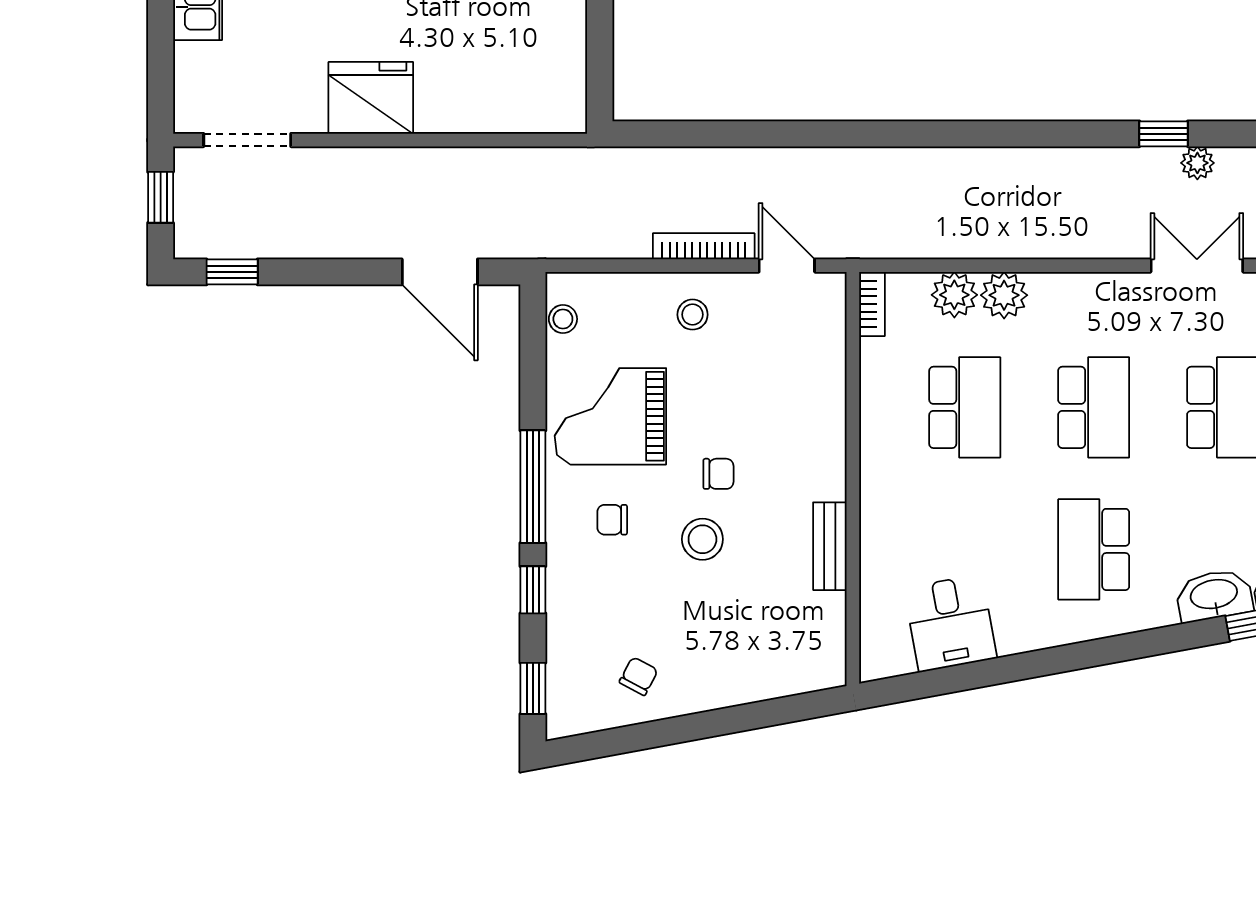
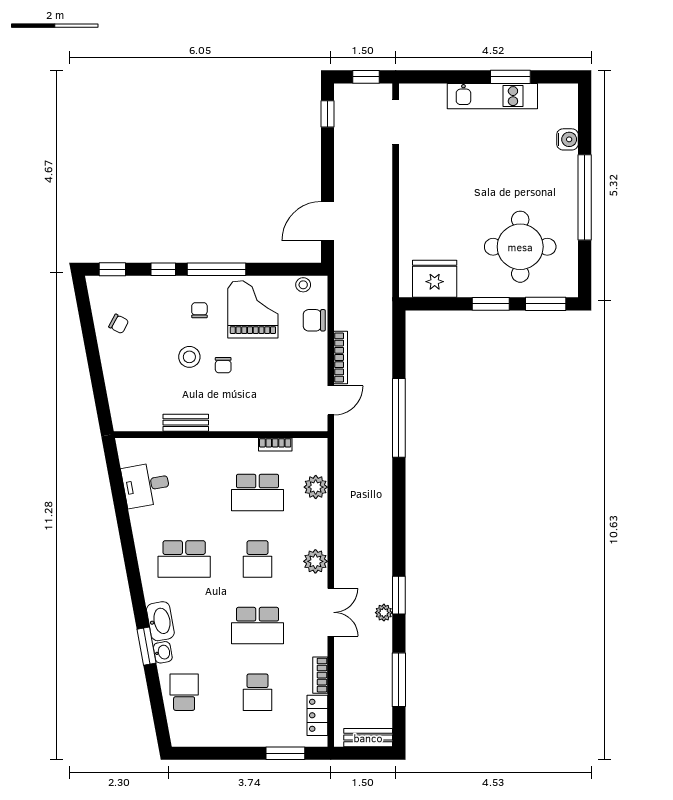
fridge: (371, 98) -> (435, 279), moved, turned -90
window: (821, 134) -> (399, 418), added
window: (1164, 134) -> (399, 595), width x1.50
plant: (1004, 295) -> (315, 561), moved
chair: (632, 298) -> (314, 320), added
bookcase: (872, 304) -> (275, 444), moved
stool: (693, 315) -> (305, 352), removed
school desk: (1094, 407) -> (258, 559), width x0.54
school desk: (1094, 549) -> (184, 559), turned 180

